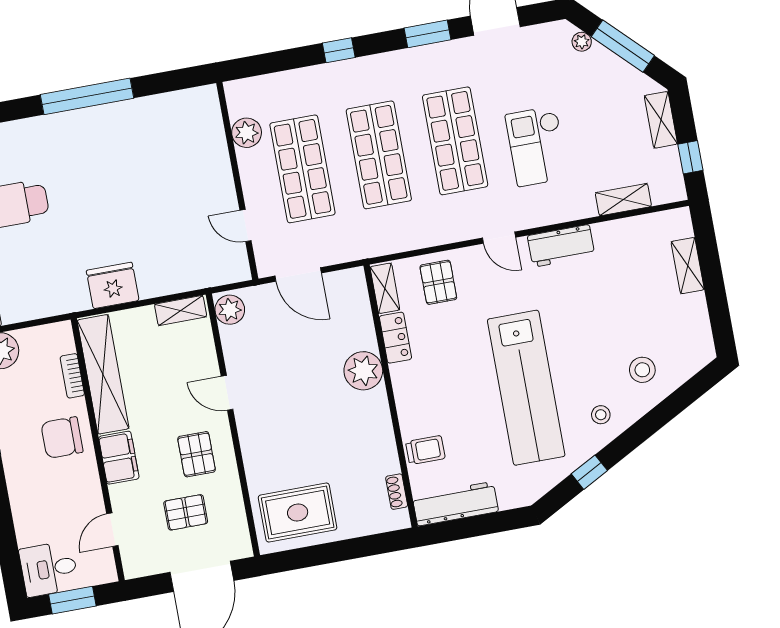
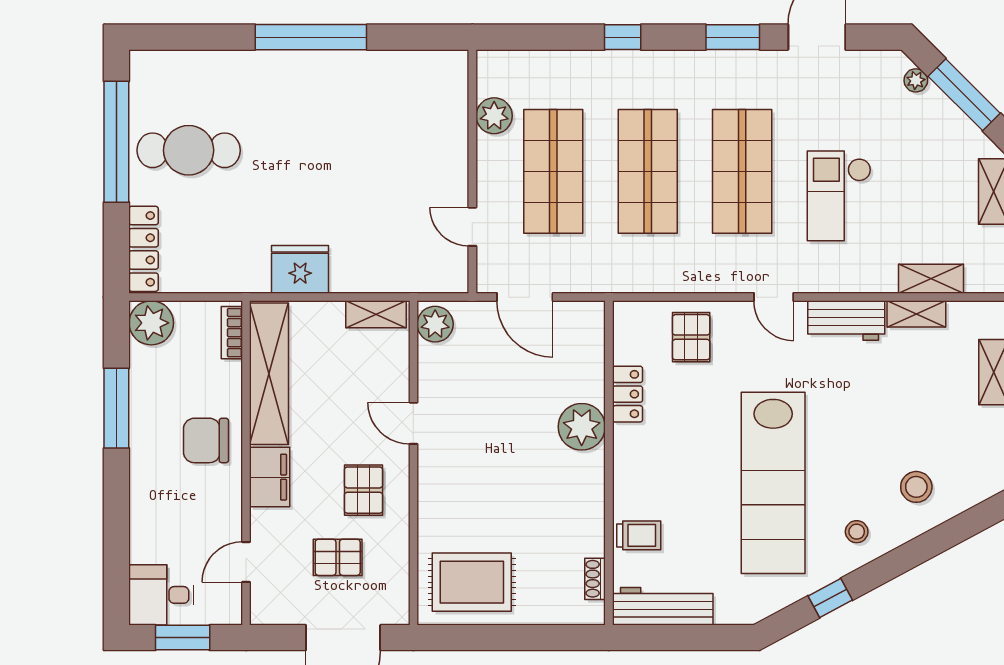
shelving: (385, 288) -> (916, 314), moved, turned 90
bookcase: (72, 376) -> (232, 333), moved

